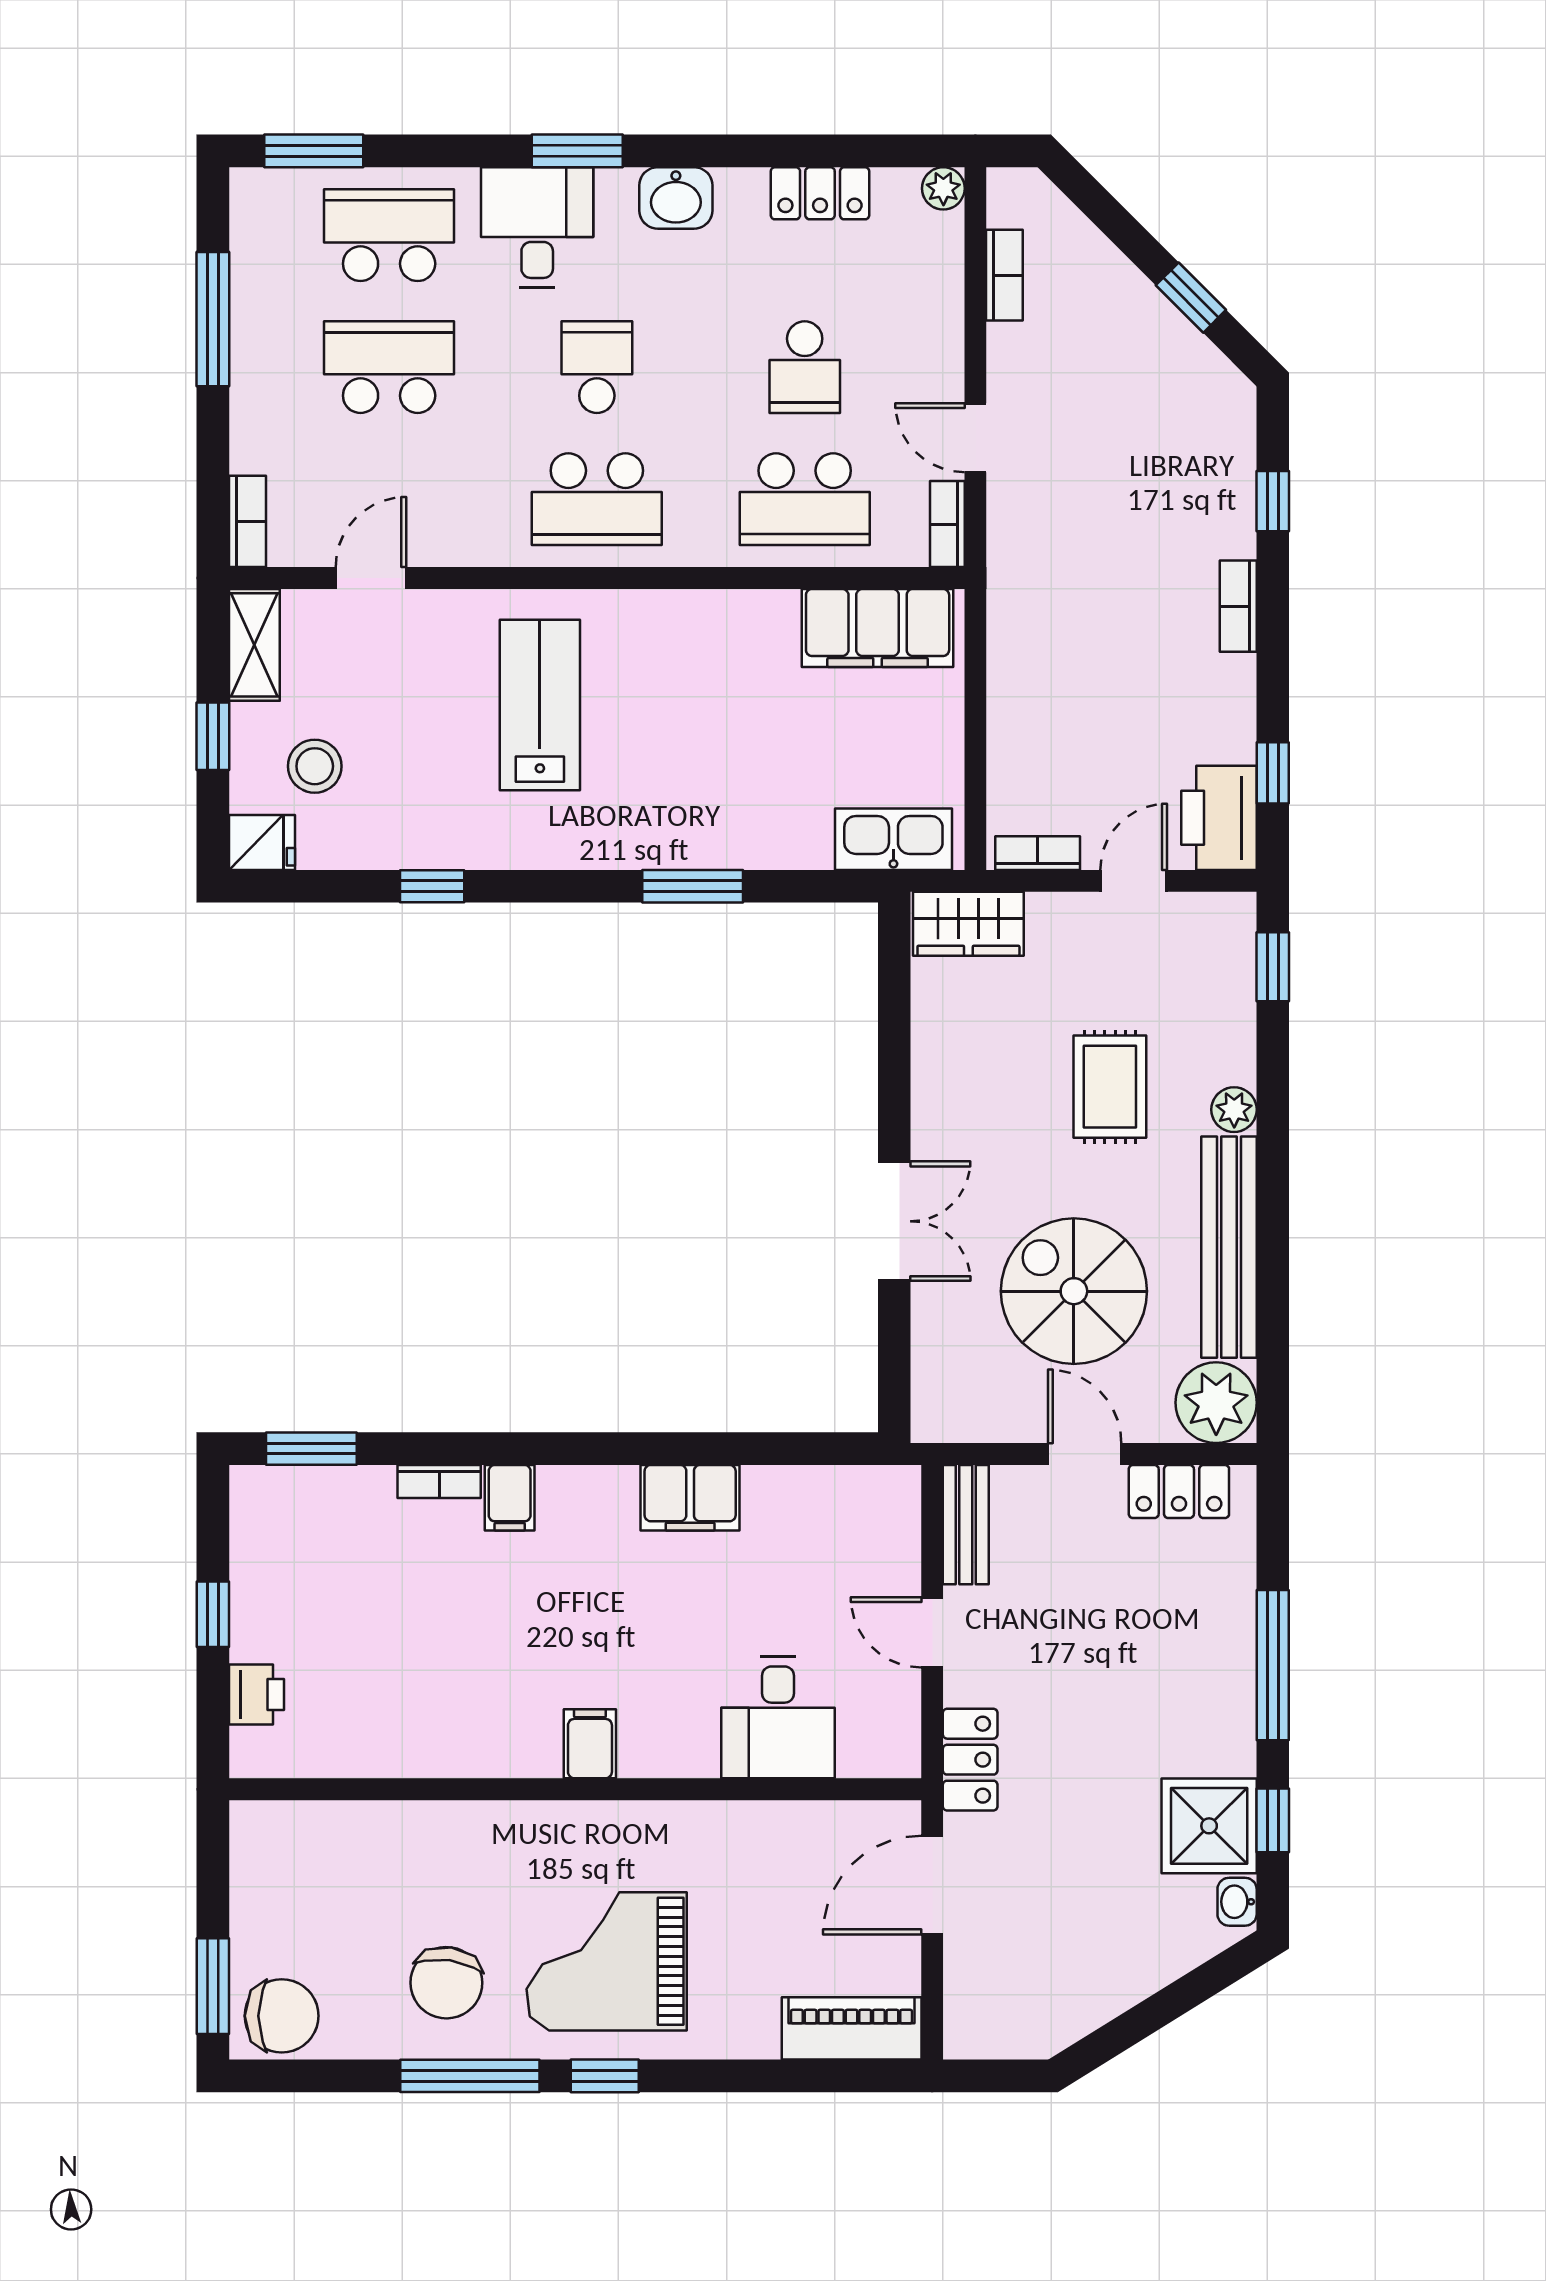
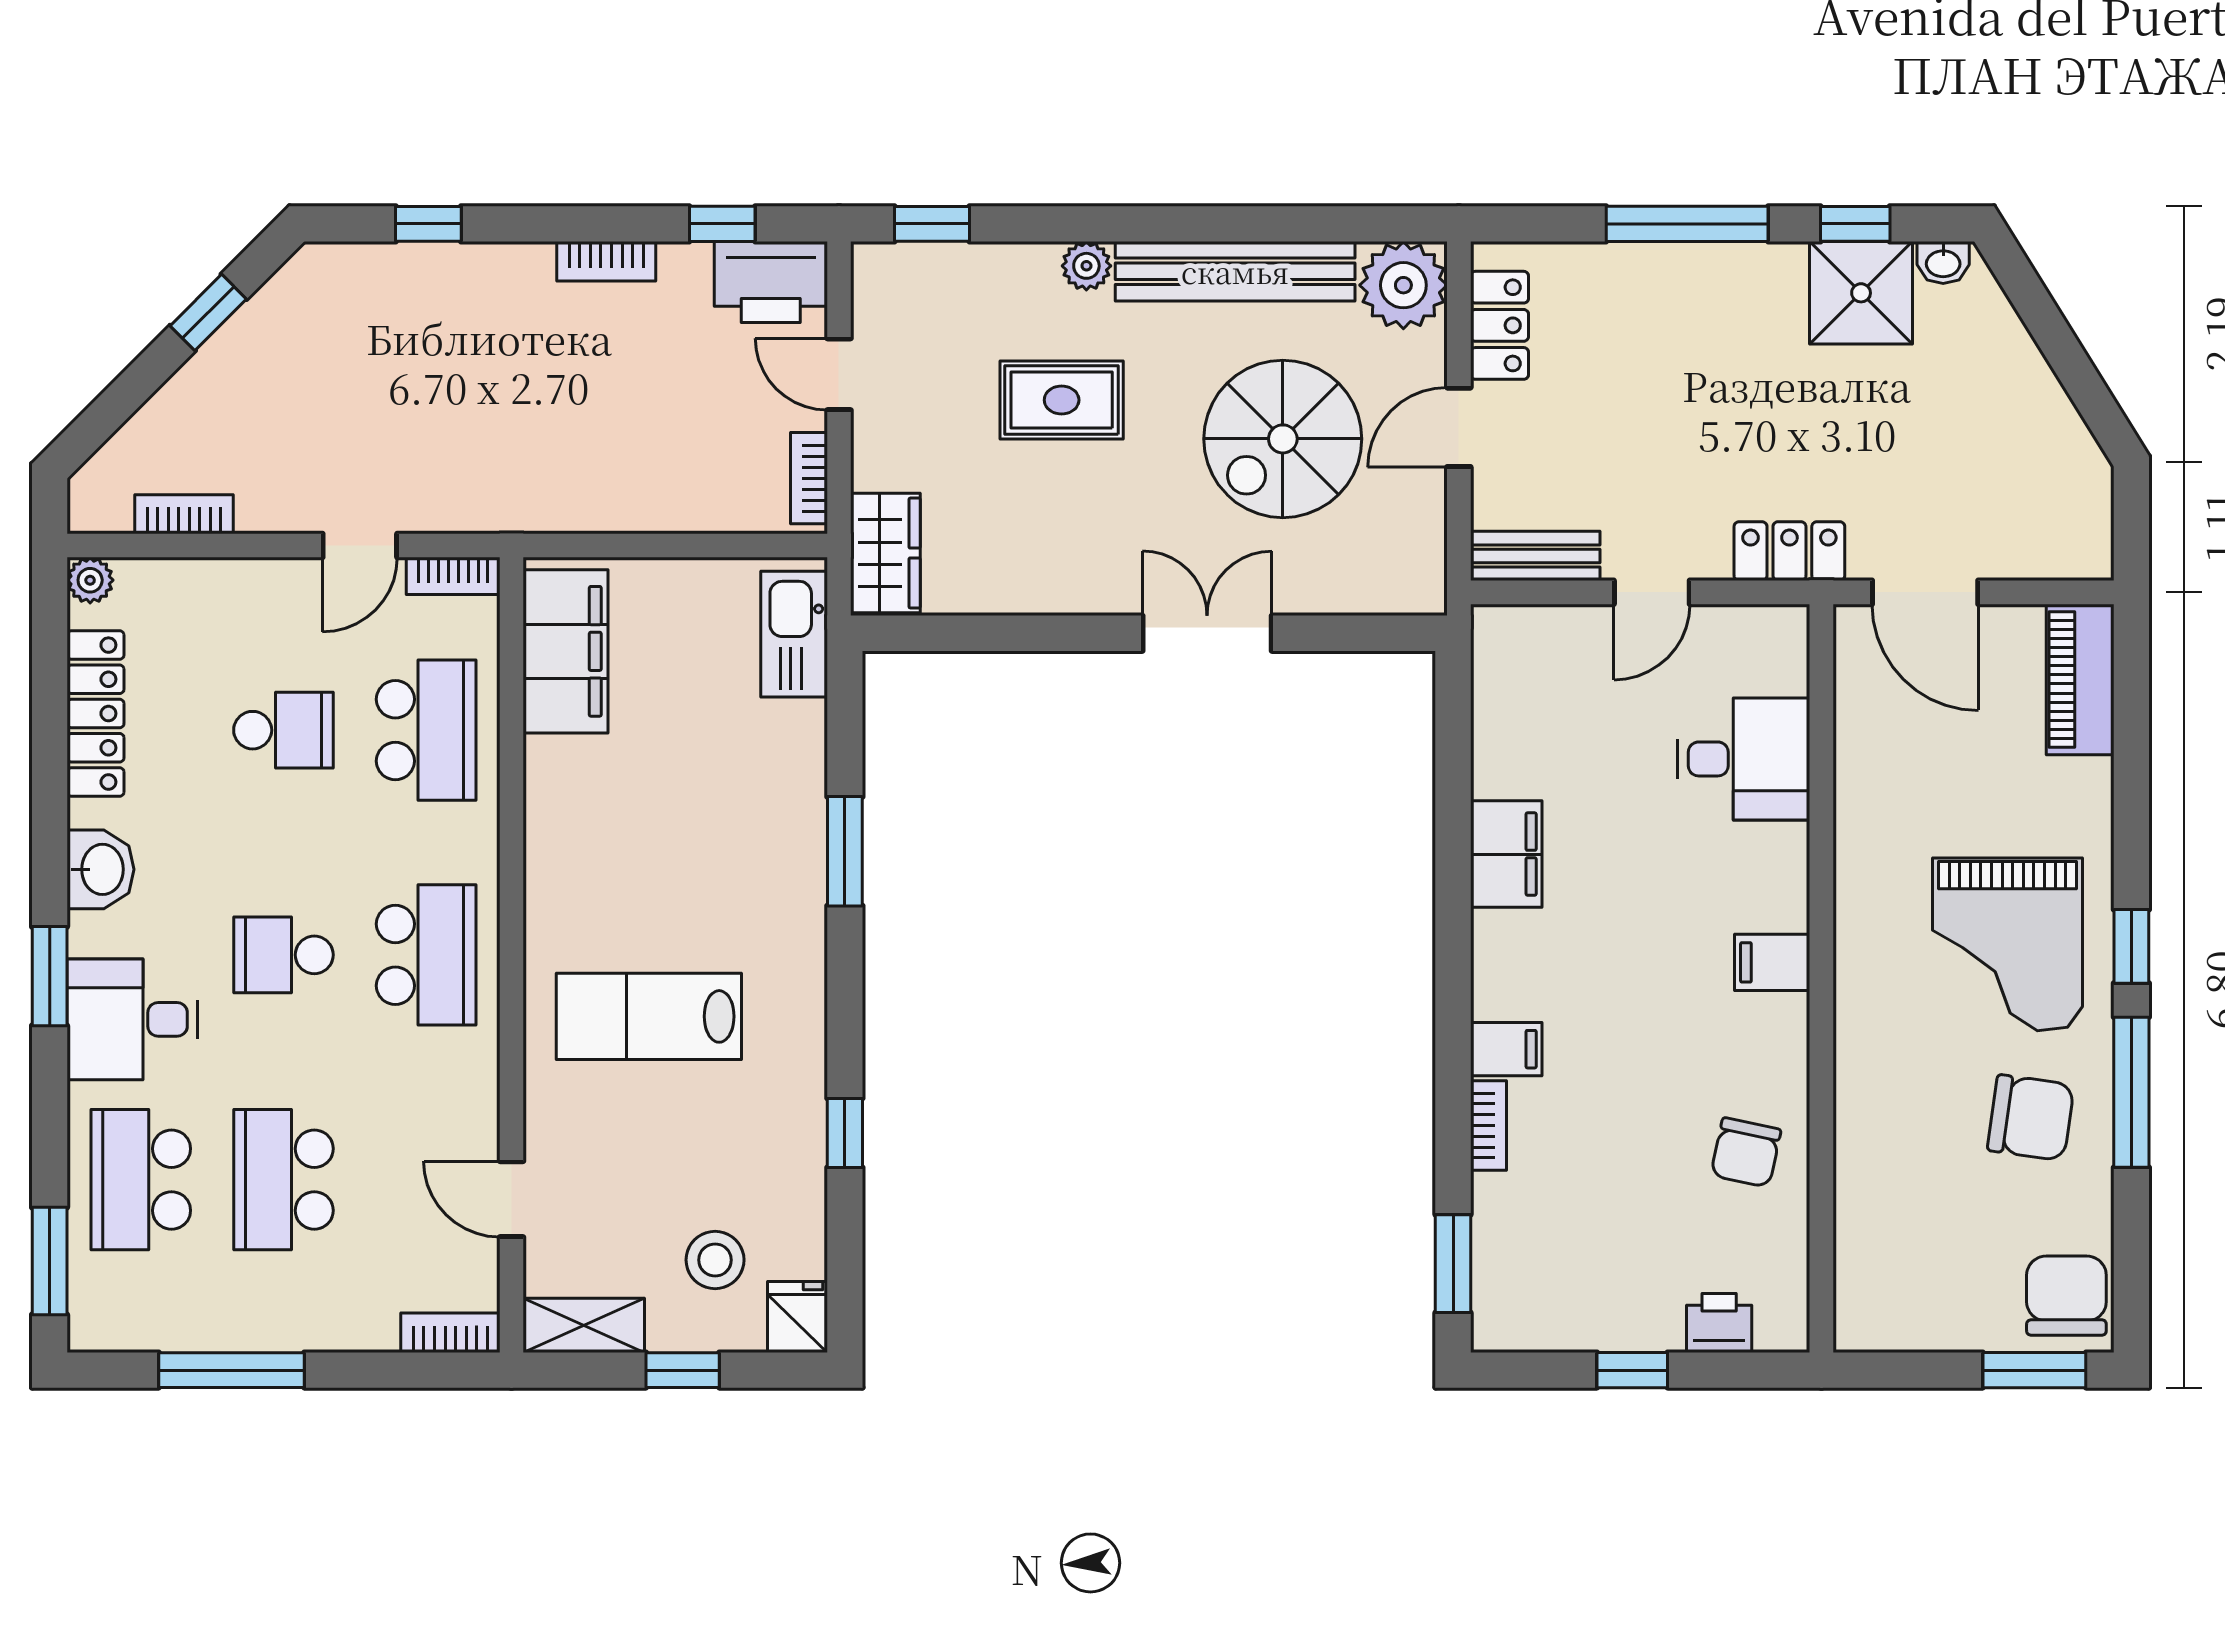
locker: (820, 193) -> (95, 714), width x1.53
bookcase: (1238, 606) -> (606, 261), moved
chair: (414, 1719) -> (1746, 1152), added

